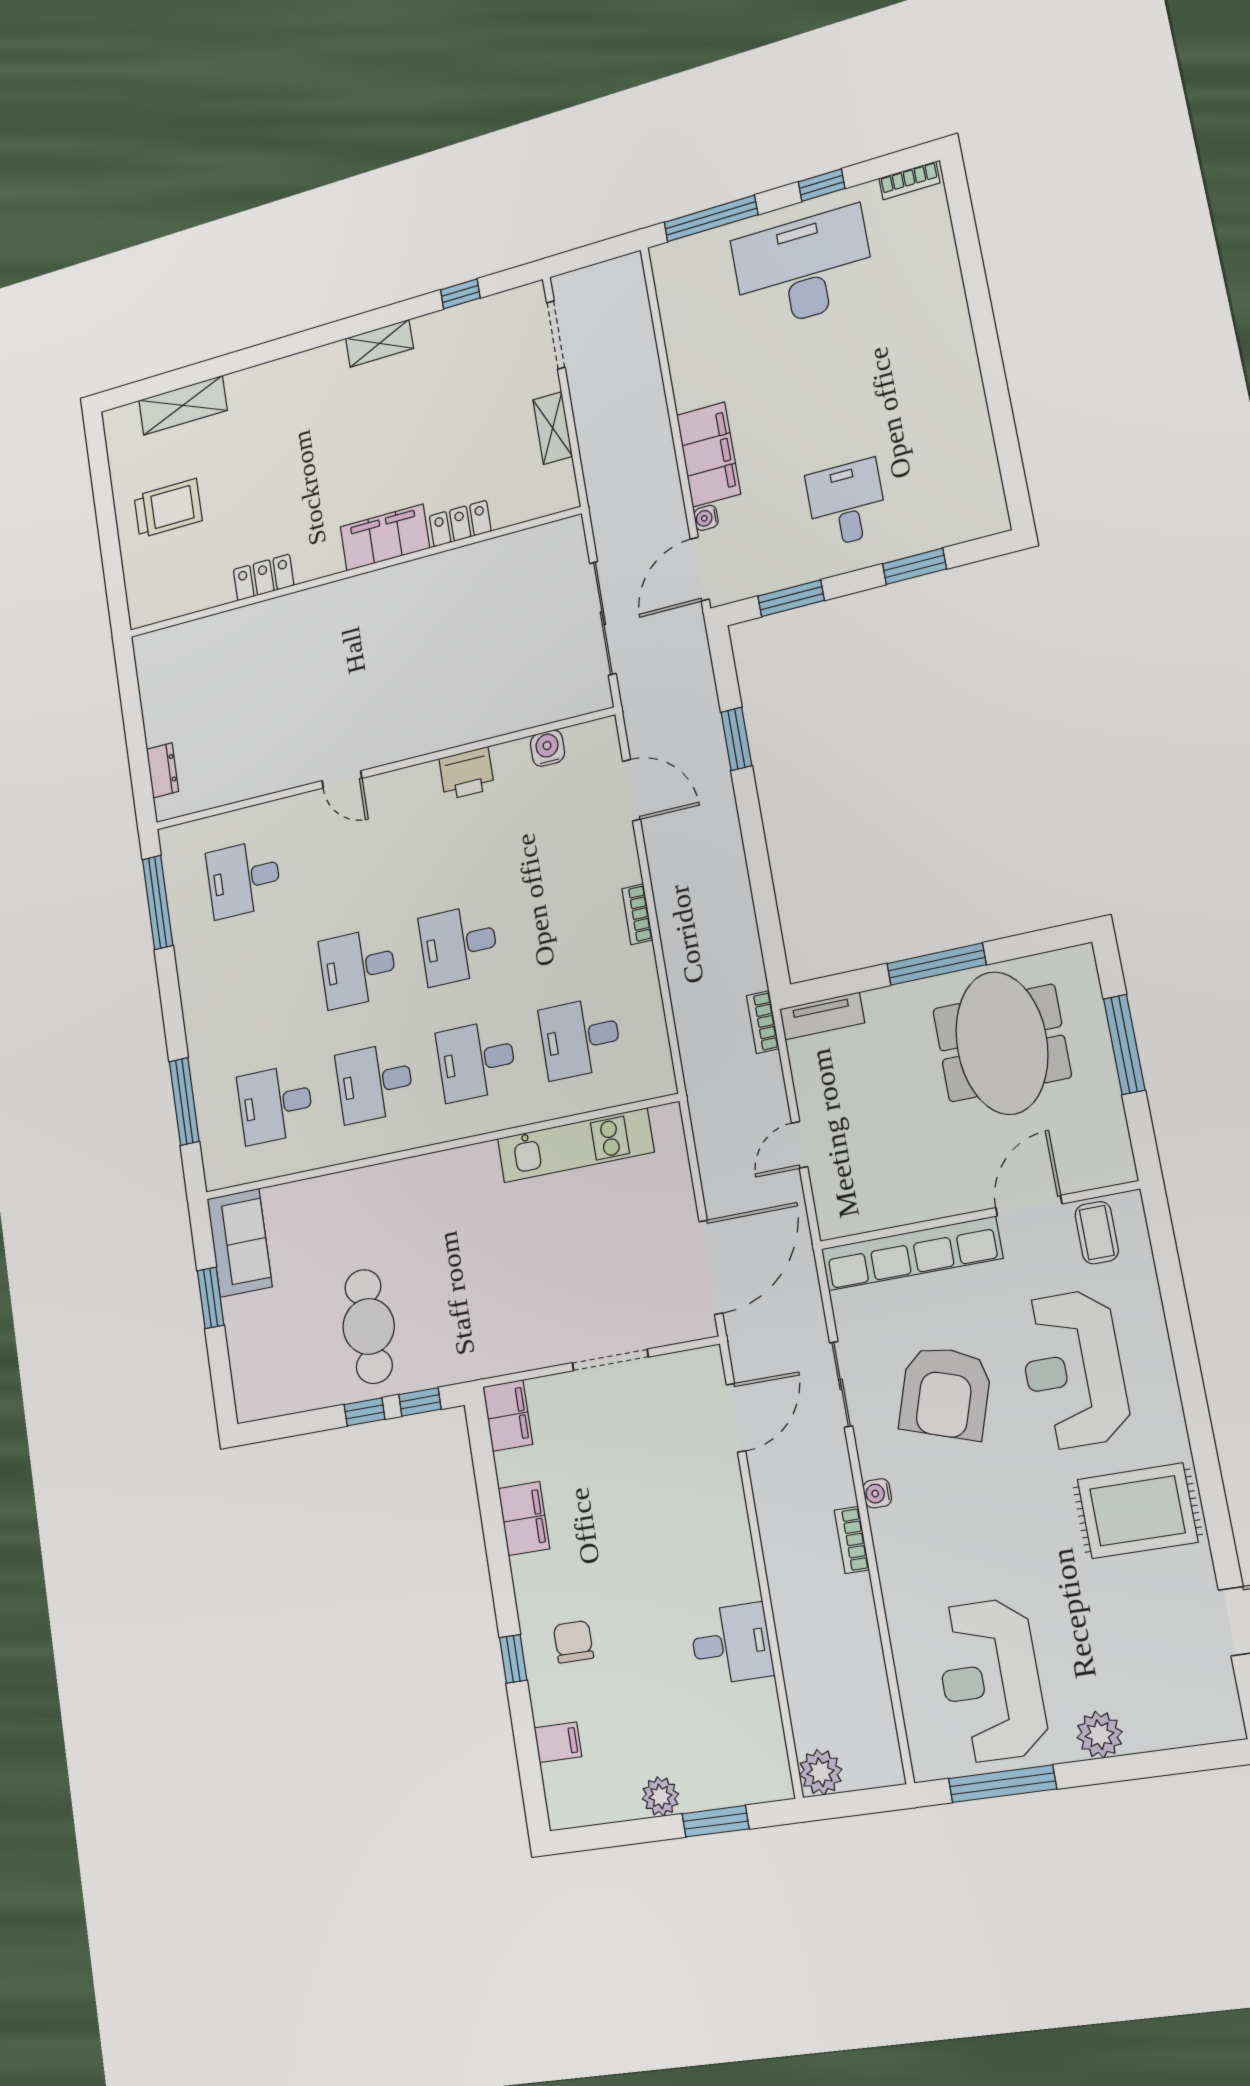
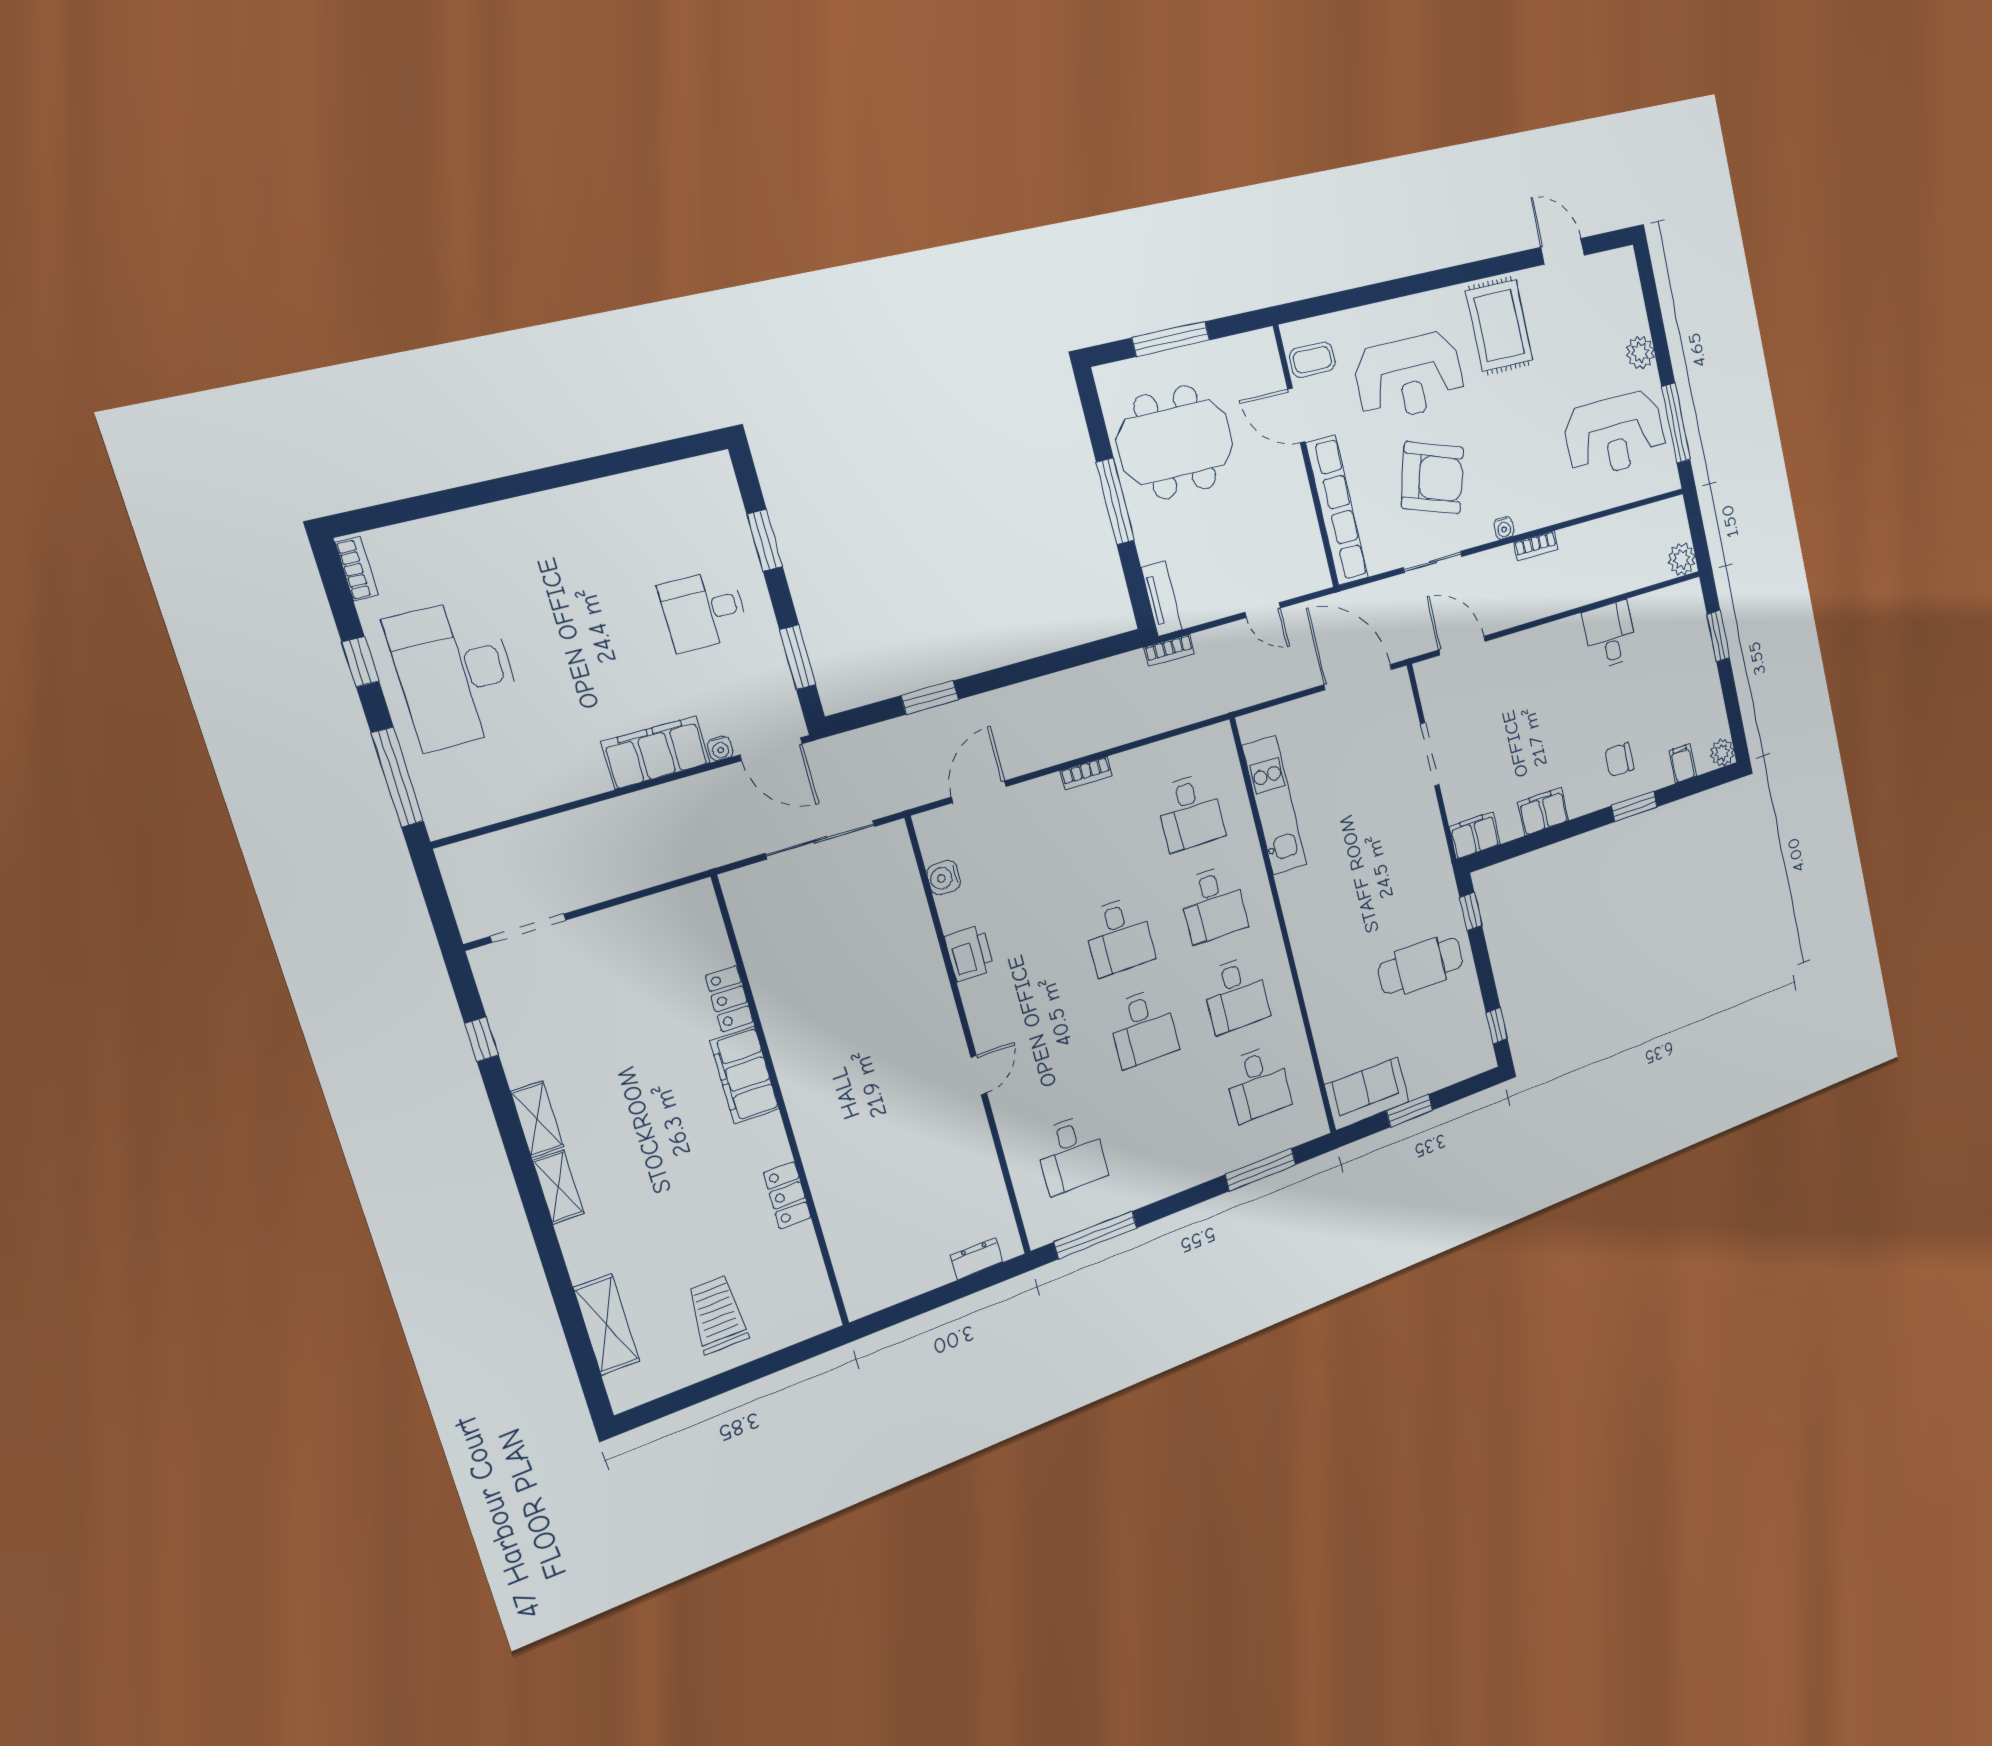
shelving: (553, 428) -> (558, 1187), moved, turned 90
window: (365, 1412) -> (1497, 1026), moved
window: (513, 1659) -> (1634, 806), width x1.50
plant: (660, 1796) -> (1722, 753), moved

